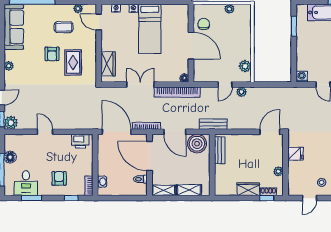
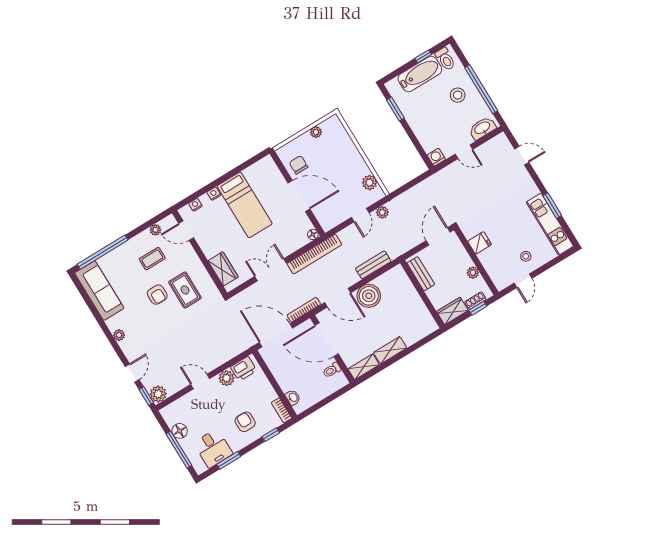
plant: (65, 140) -> (226, 378), added
bench: (220, 150) -> (421, 274), moved
wall: (212, 165) -> (422, 294), moved

